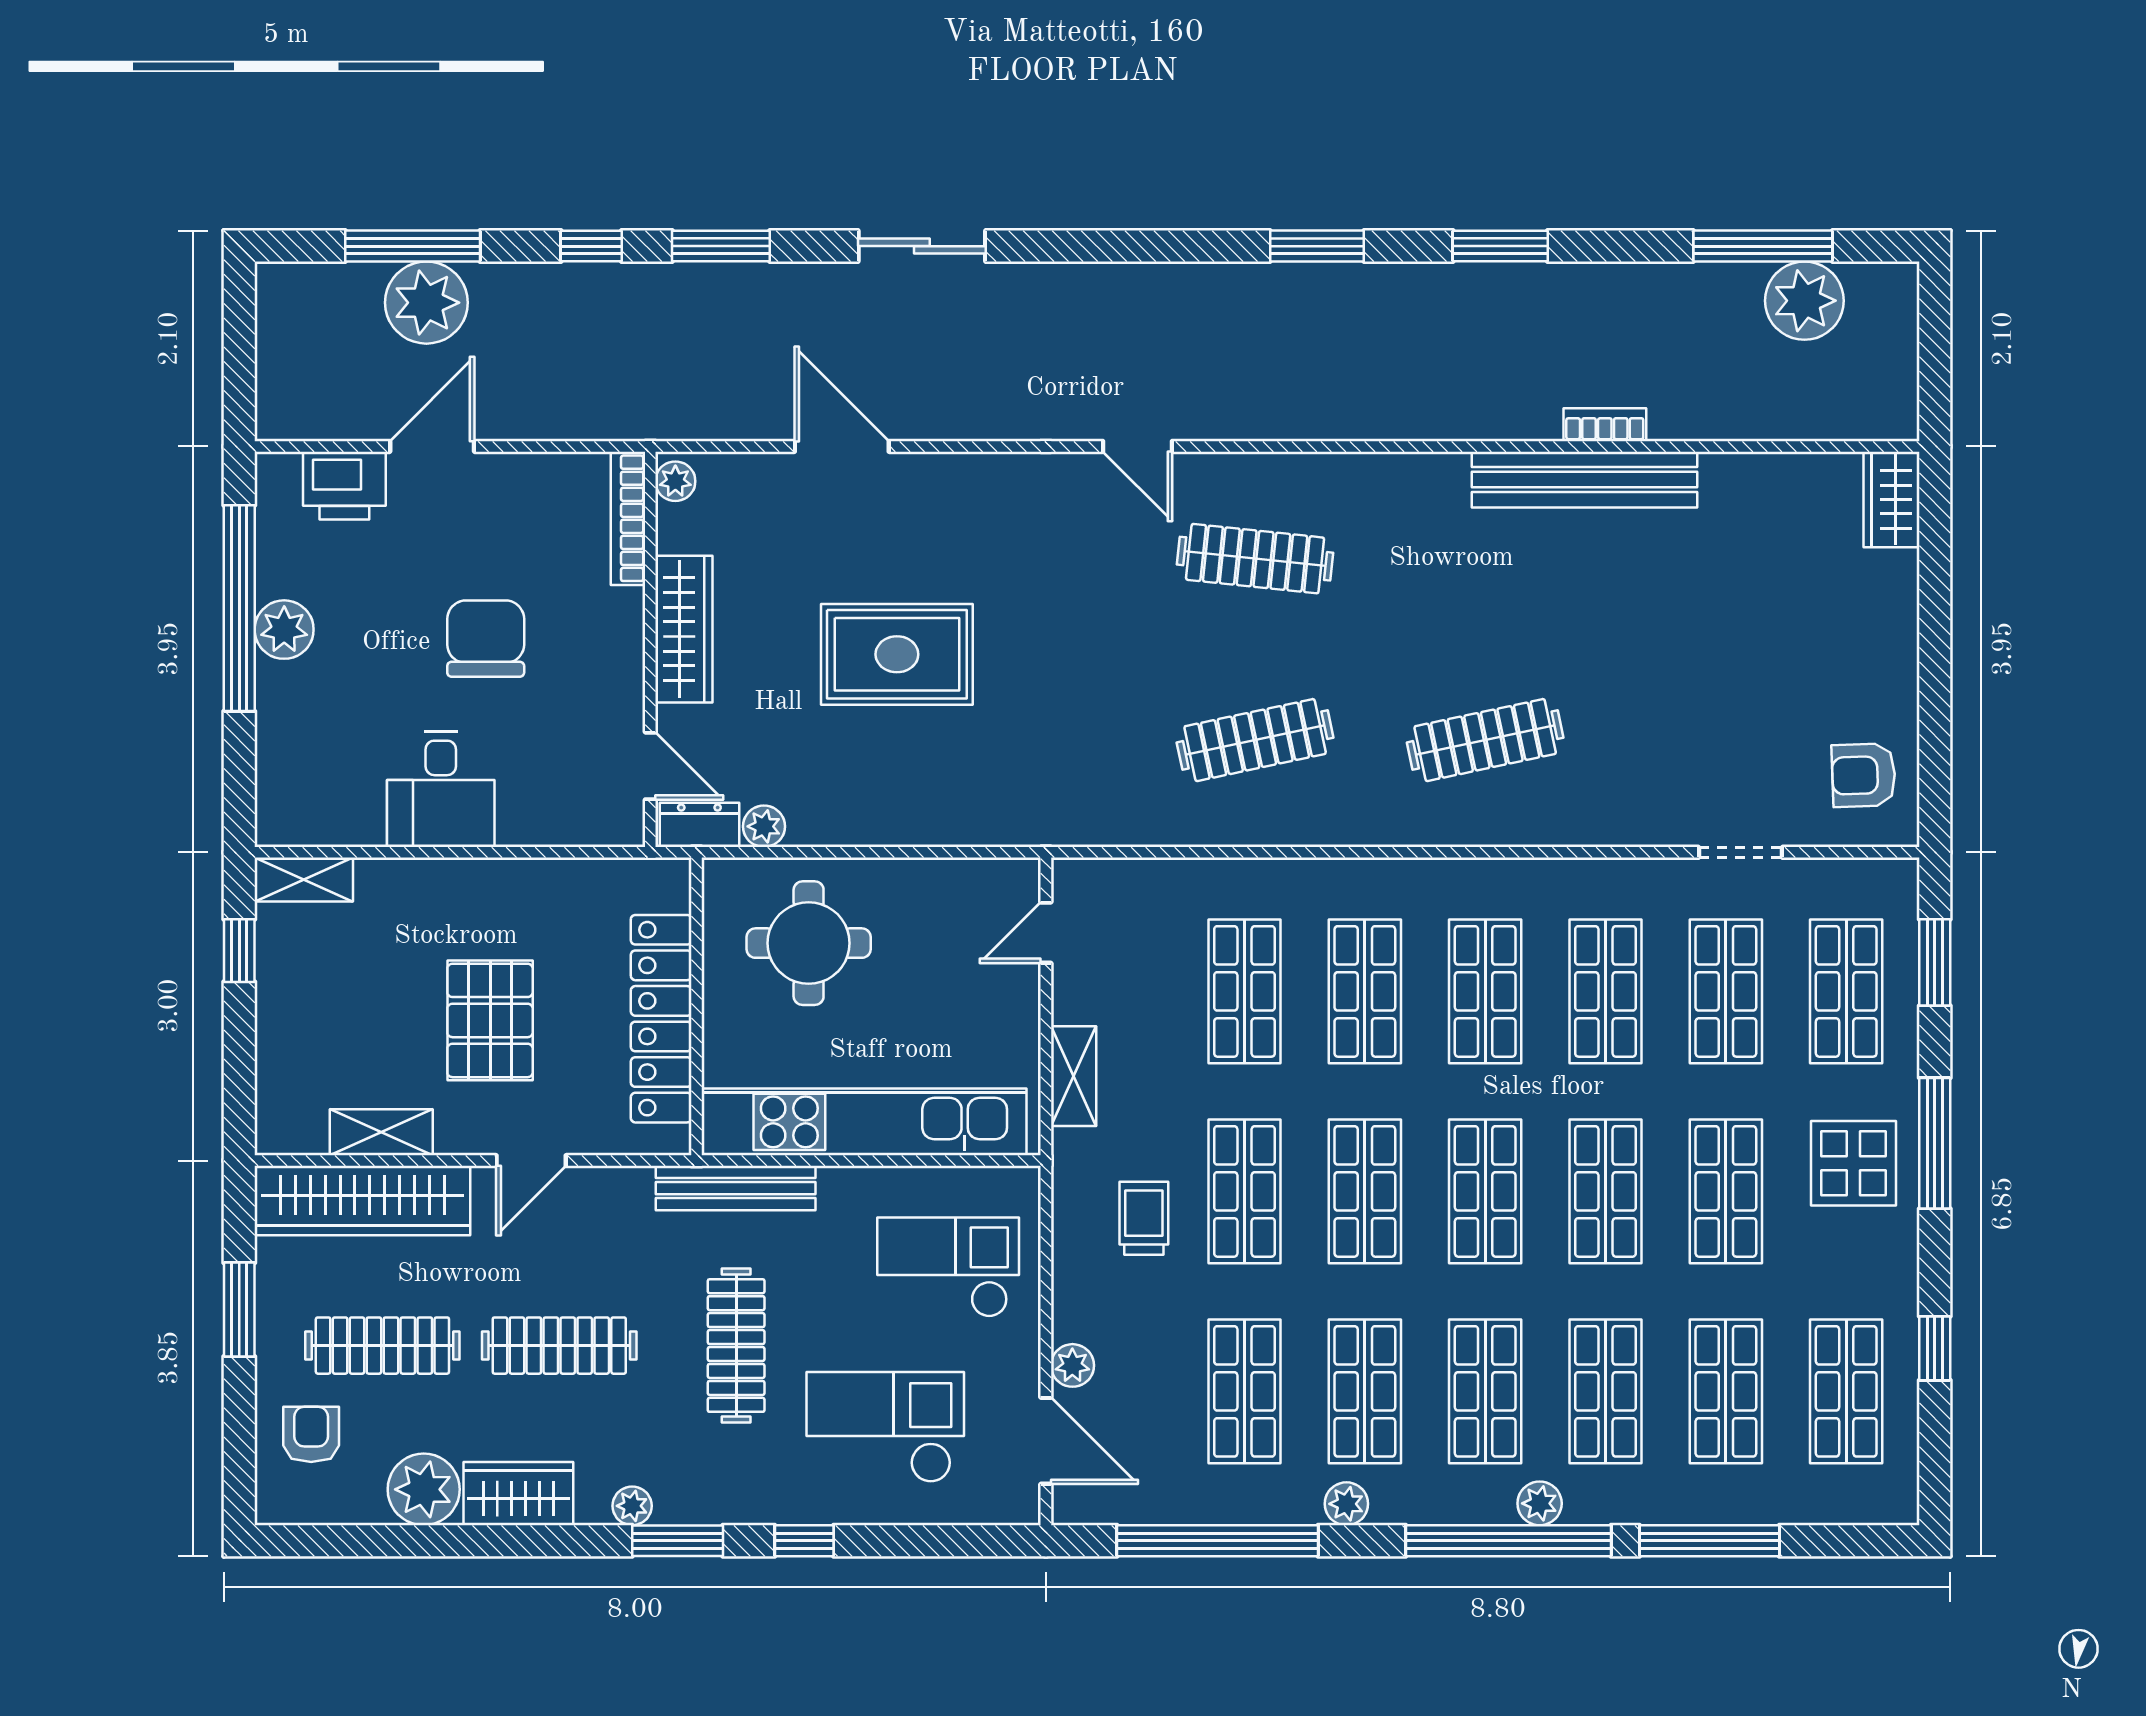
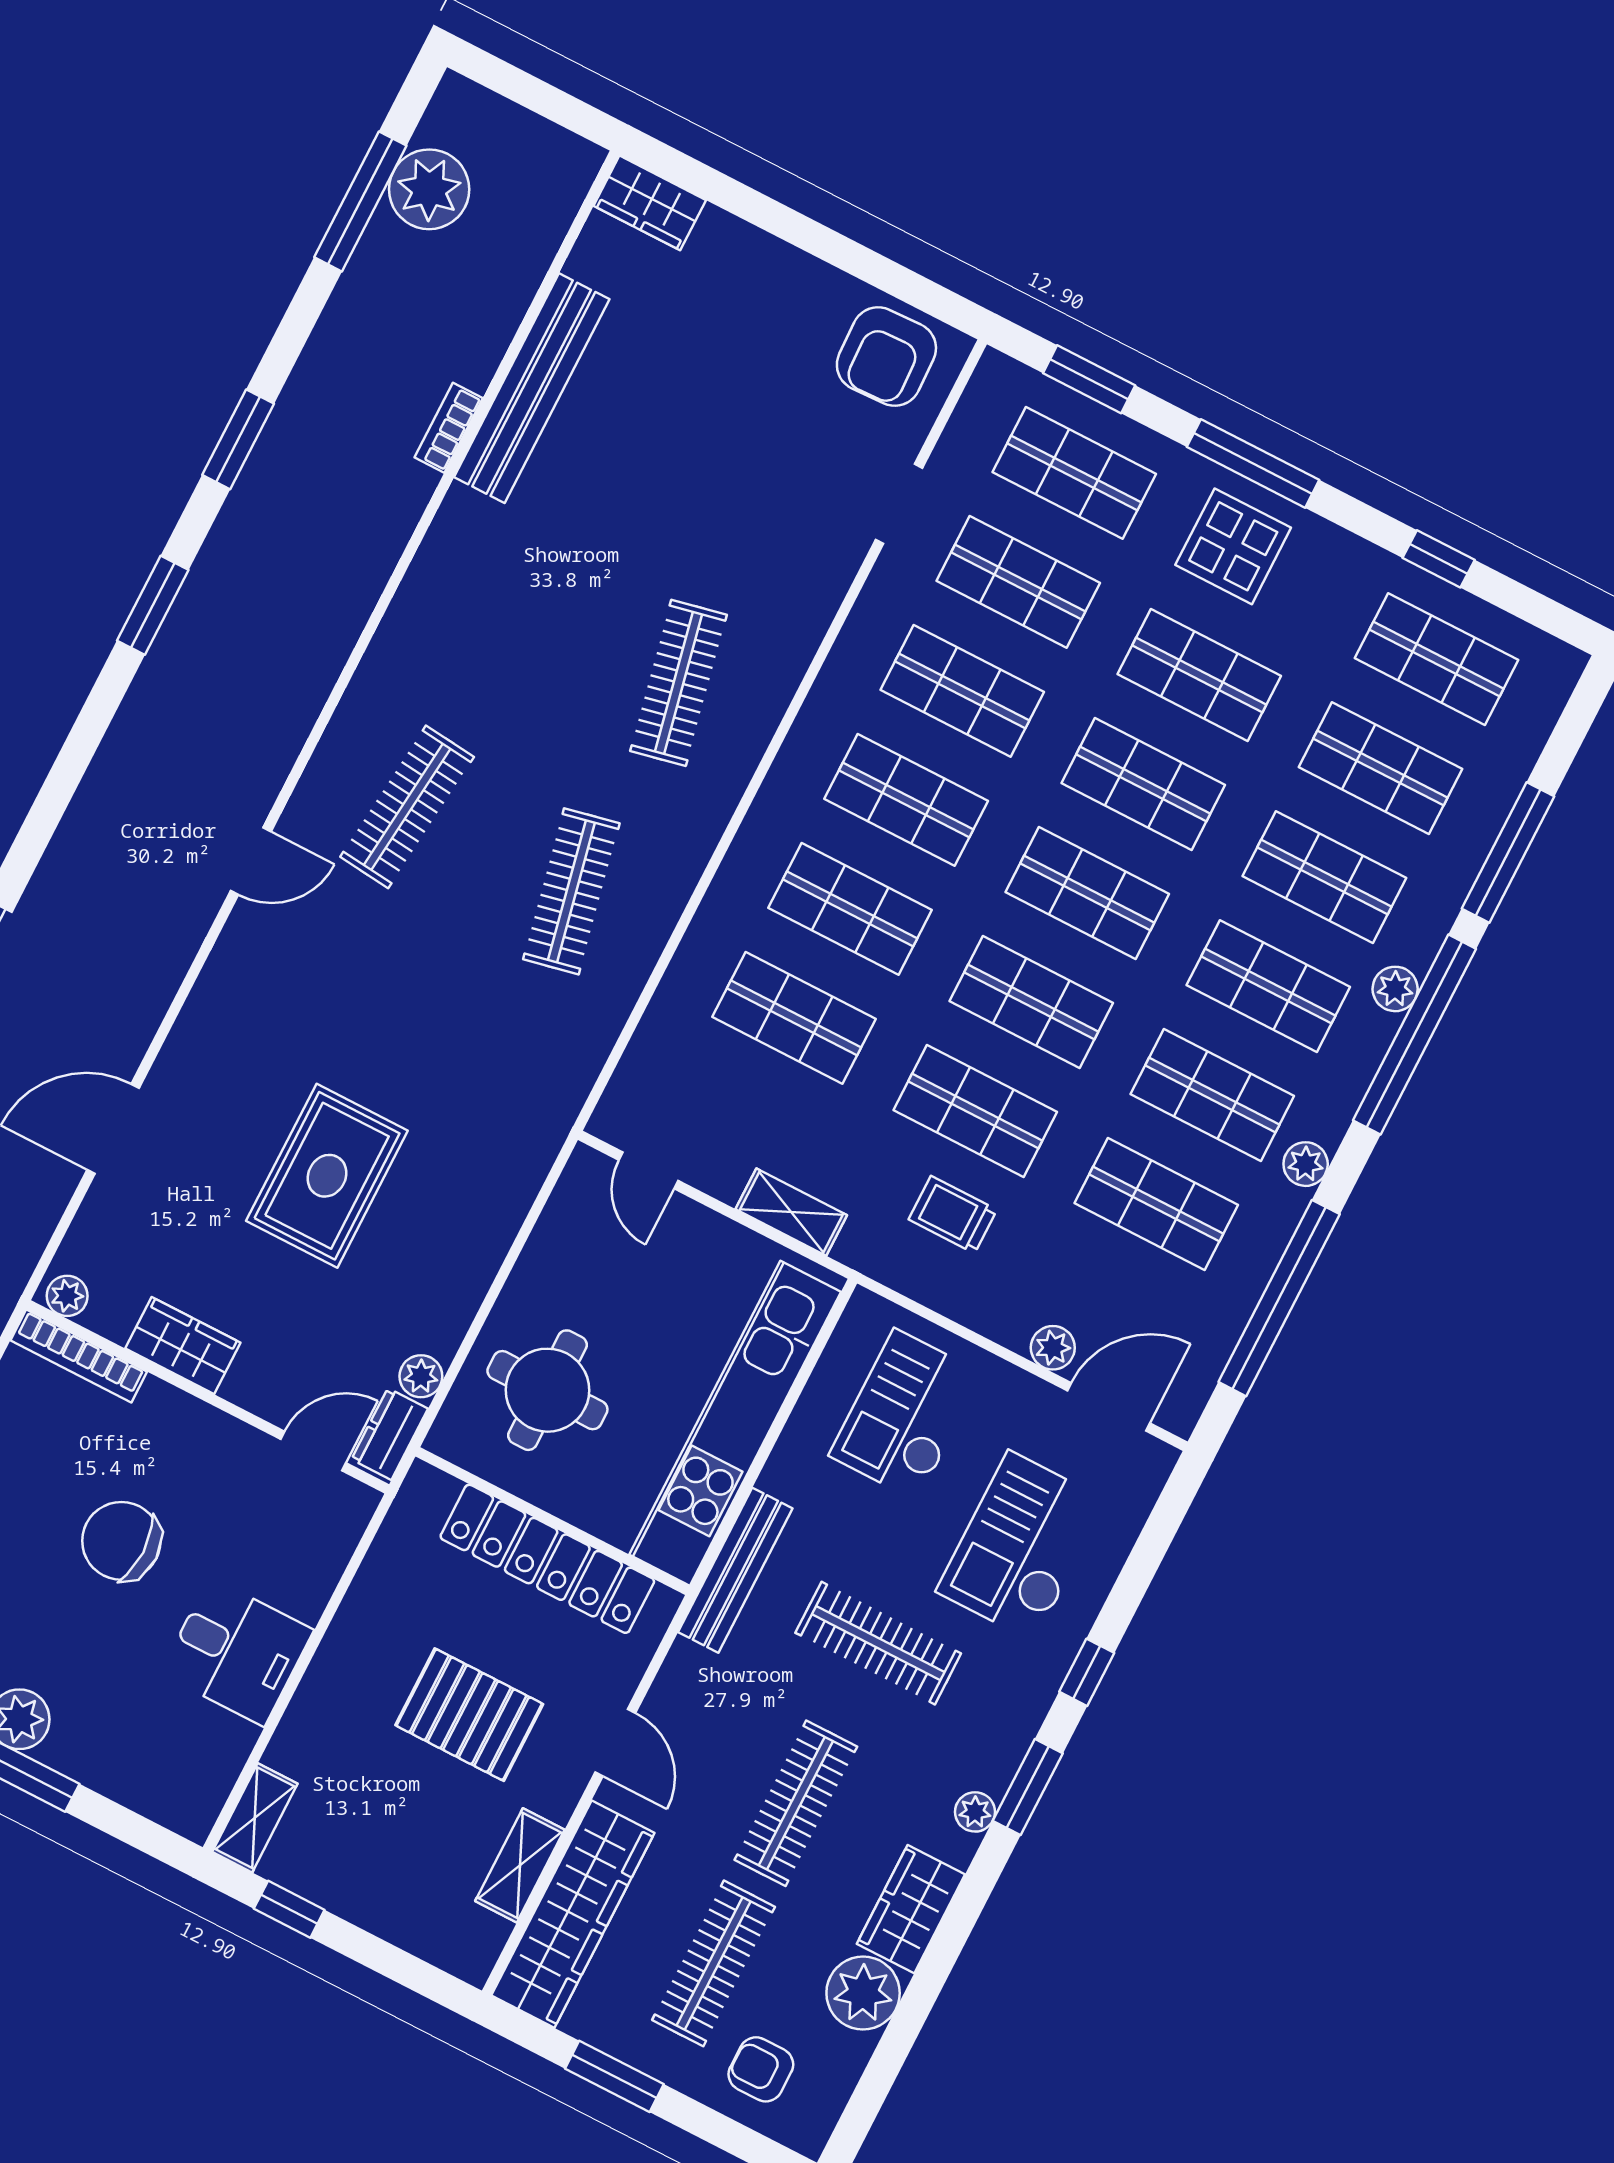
bench: (1584, 480) -> (532, 388), moved
wardrobe: (684, 629) -> (183, 1346), width x0.67
armchair: (1864, 775) -> (886, 357), width x1.38, depth x1.38

